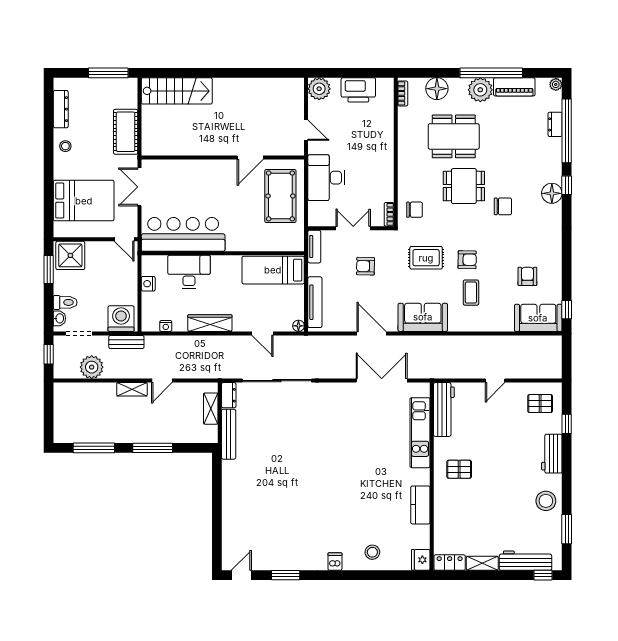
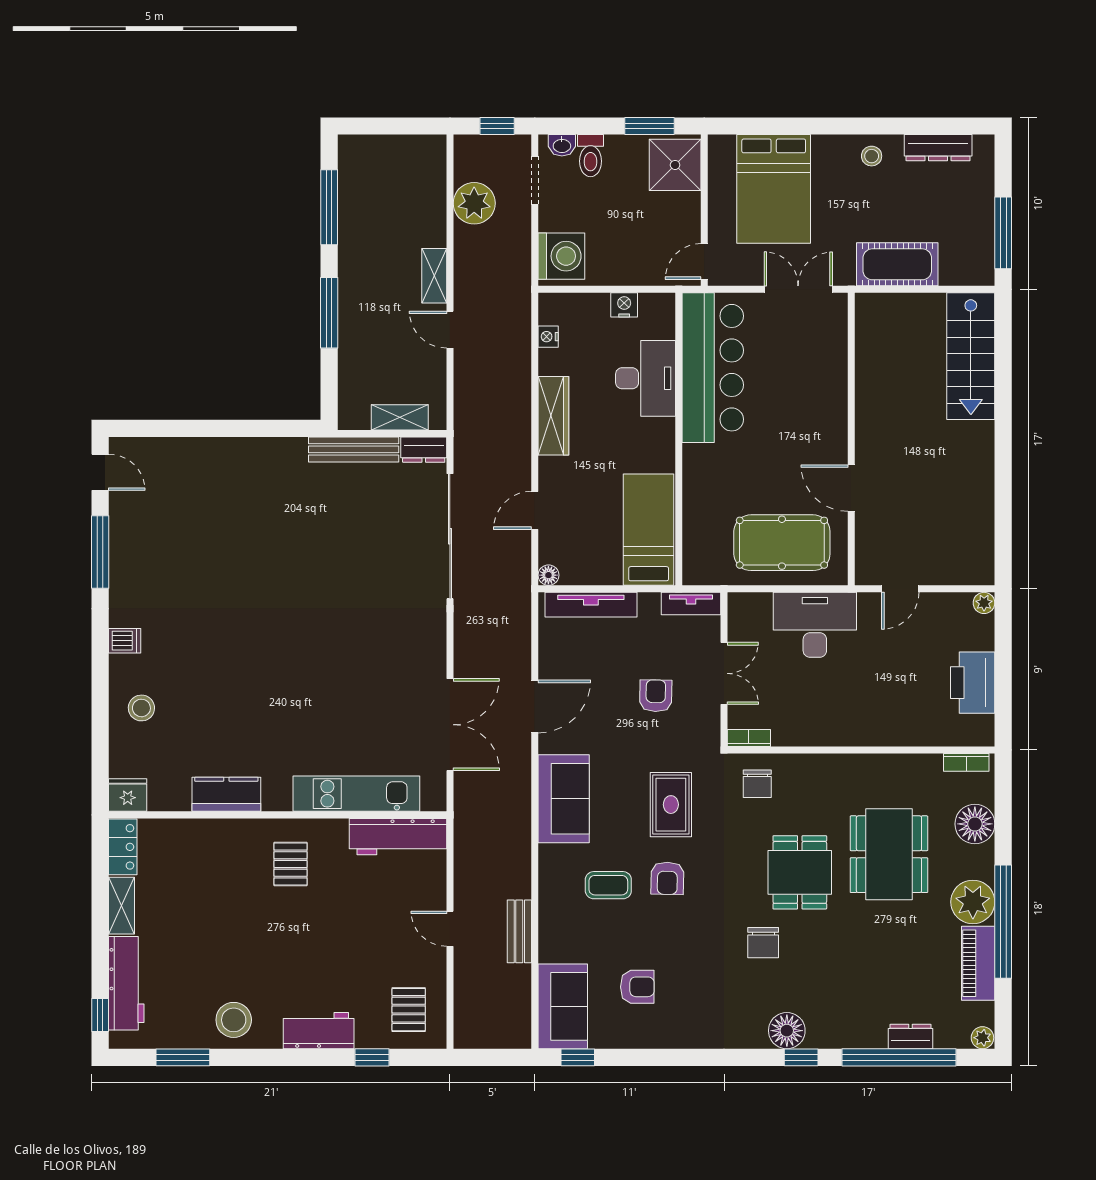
plant: (319, 89) -> (984, 603), width x0.53, depth x0.53
bench: (126, 342) -> (519, 931), moved
window: (286, 575) -> (100, 552), width x1.44

